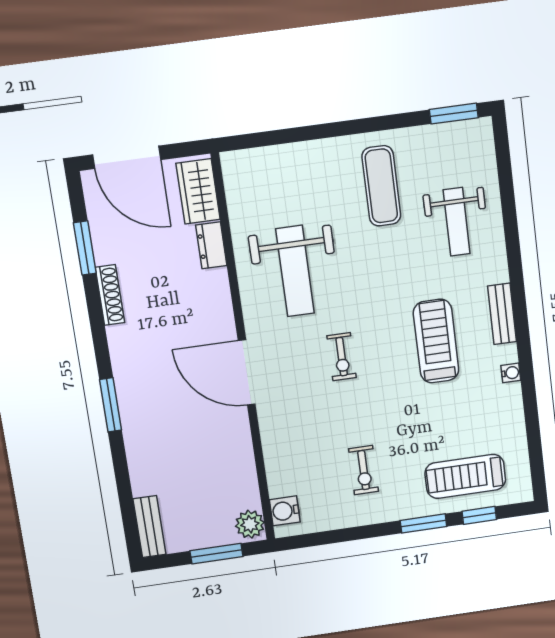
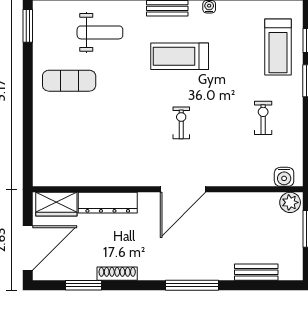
dresser: (211, 245) -> (108, 203), width x1.96, depth x1.24
weight bench: (295, 271) -> (118, 147), removed
exercise bike: (342, 357) -> (181, 123), turned -90
window: (111, 405) -> (192, 285), width x1.44
exercise bike: (364, 470) -> (263, 118), turned -90
bench: (149, 527) -> (256, 272), moved

